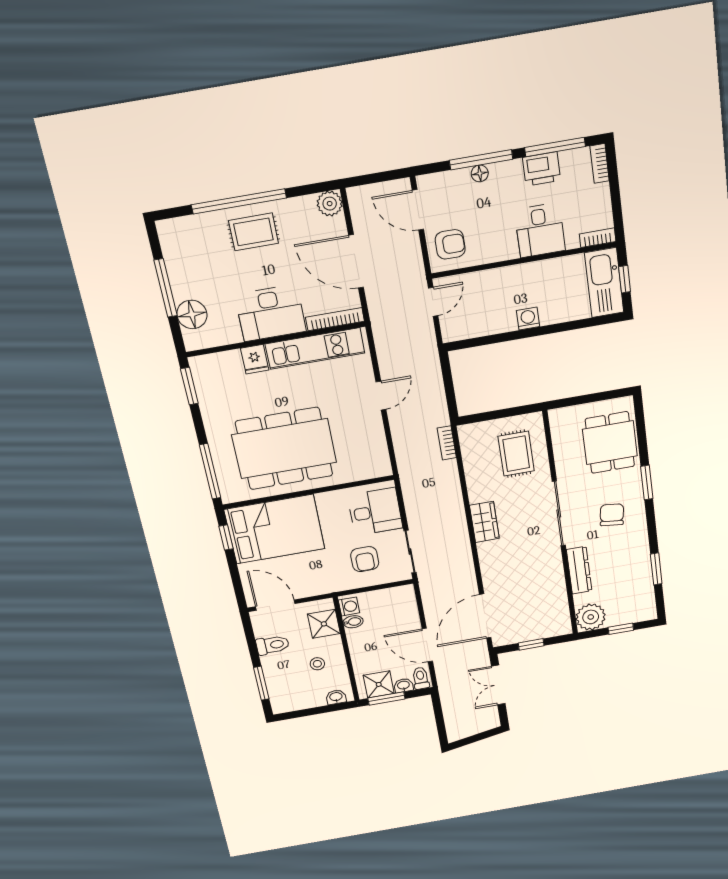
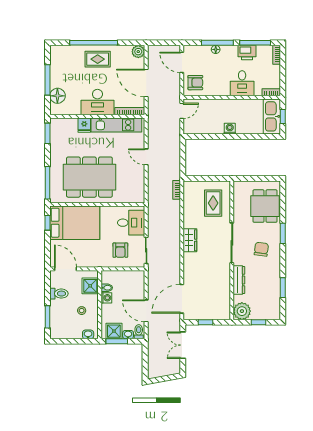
door: (381, 396) -> (146, 157), swing flipped
washing machine: (349, 606) -> (106, 298), moved

